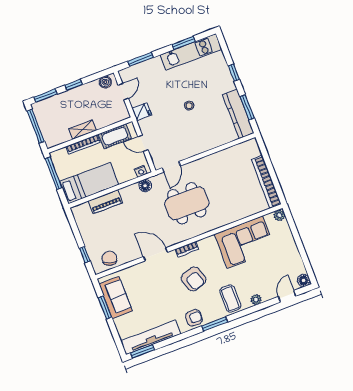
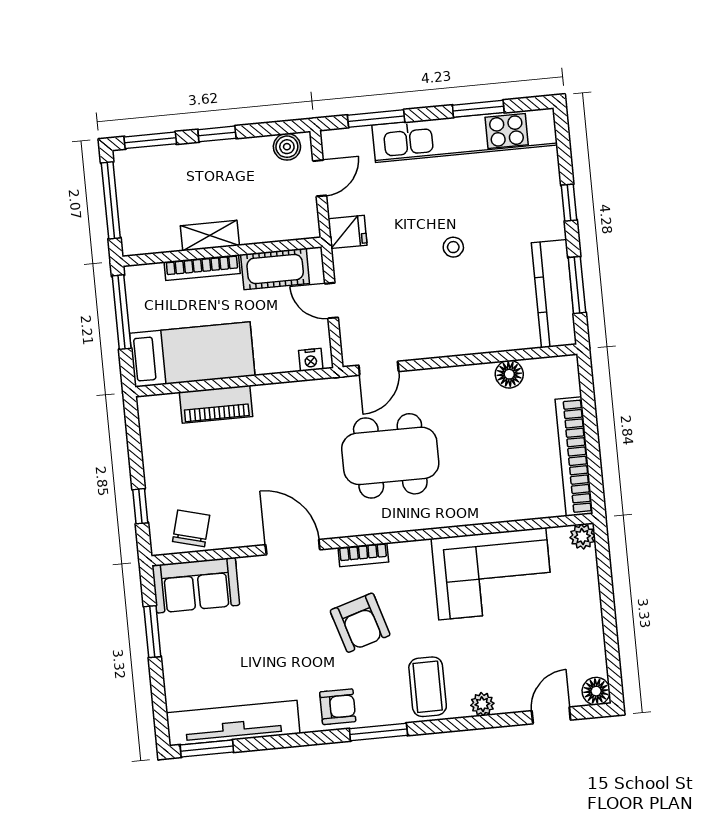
kitchen unit: (191, 52) -> (465, 135), width x1.36
floor lamp: (145, 186) -> (509, 374), moved
sofa: (115, 297) -> (196, 585), moved, turned 90

